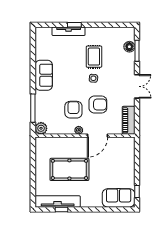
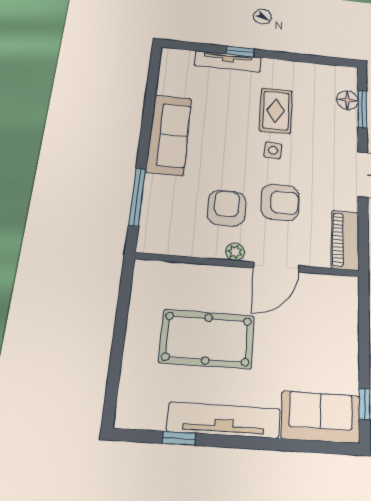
sofa: (44, 75) -> (169, 135), width x1.36
plant: (41, 128) -> (150, 241), removed
tv unit: (58, 201) -> (224, 420), moved

